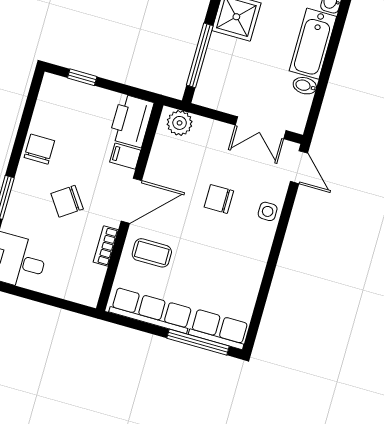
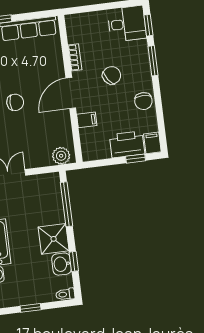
filing cabinet: (51, 89) -> (152, 143), added
printer: (131, 121) -> (127, 144), moved, turned -90
chair: (219, 199) -> (15, 102), moved
coffee table: (152, 253) -> (44, 65), removed

